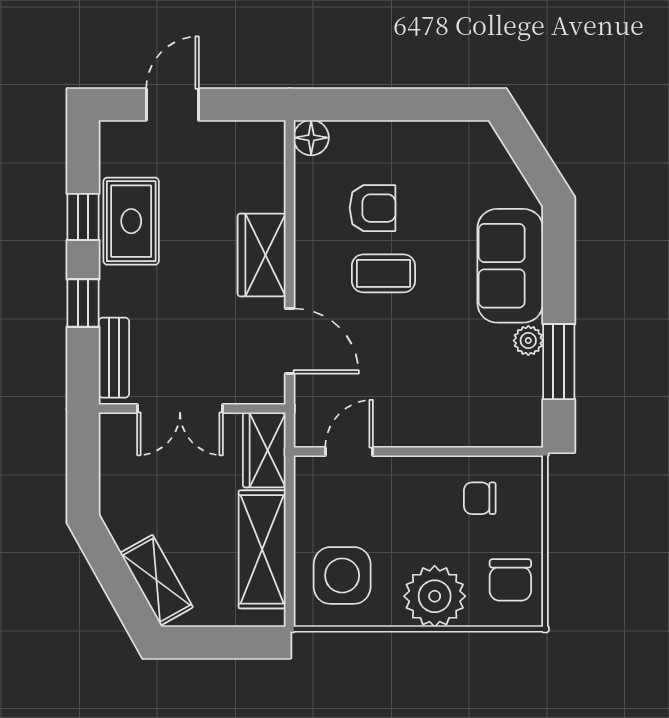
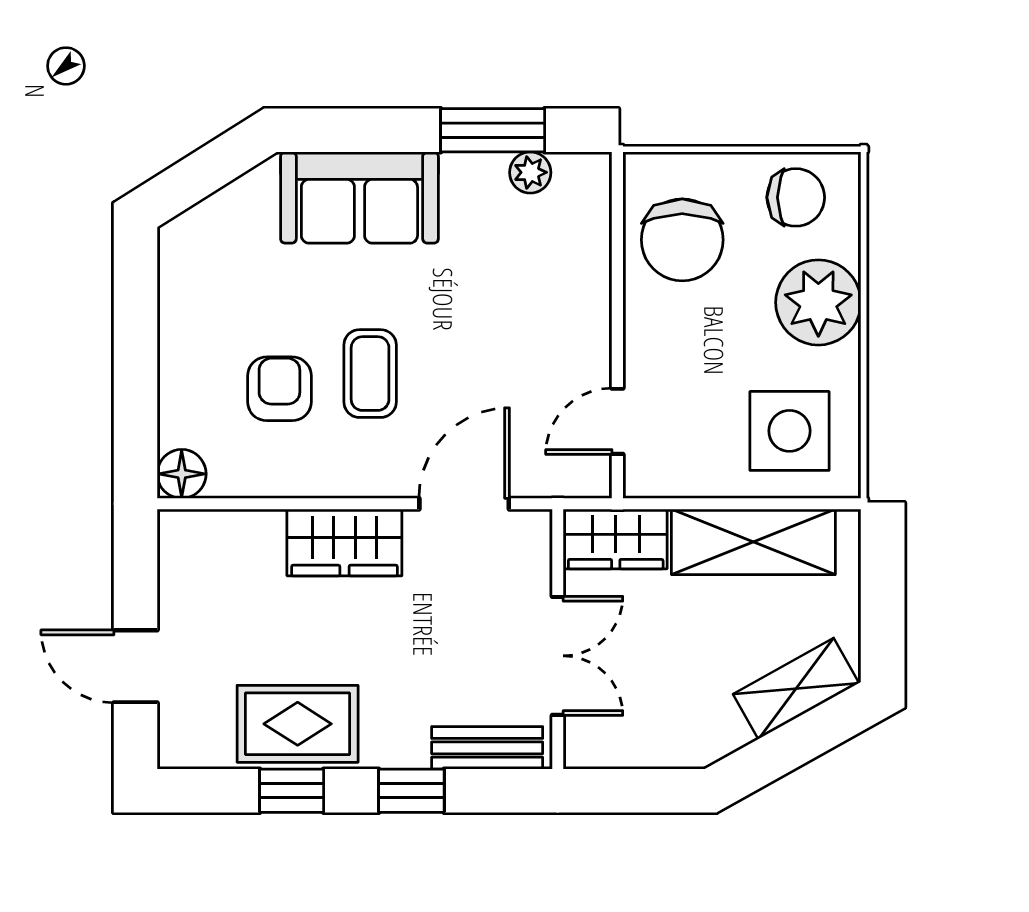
plant: (528, 341) -> (530, 172), moved
door: (349, 451) -> (617, 421), hinge flipped
chair: (480, 498) -> (682, 240), width x1.87, depth x1.87

